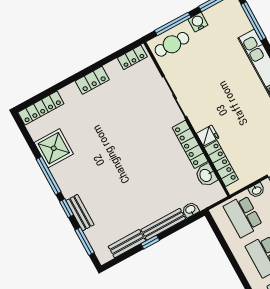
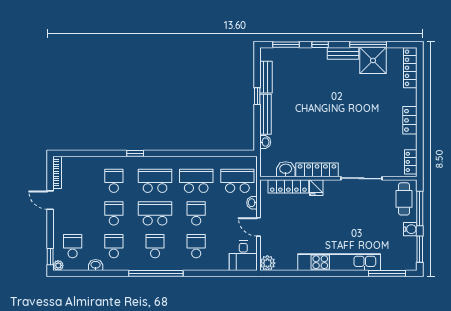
window: (49, 176) -> (368, 45), moved
bench: (80, 213) -> (343, 53), moved

